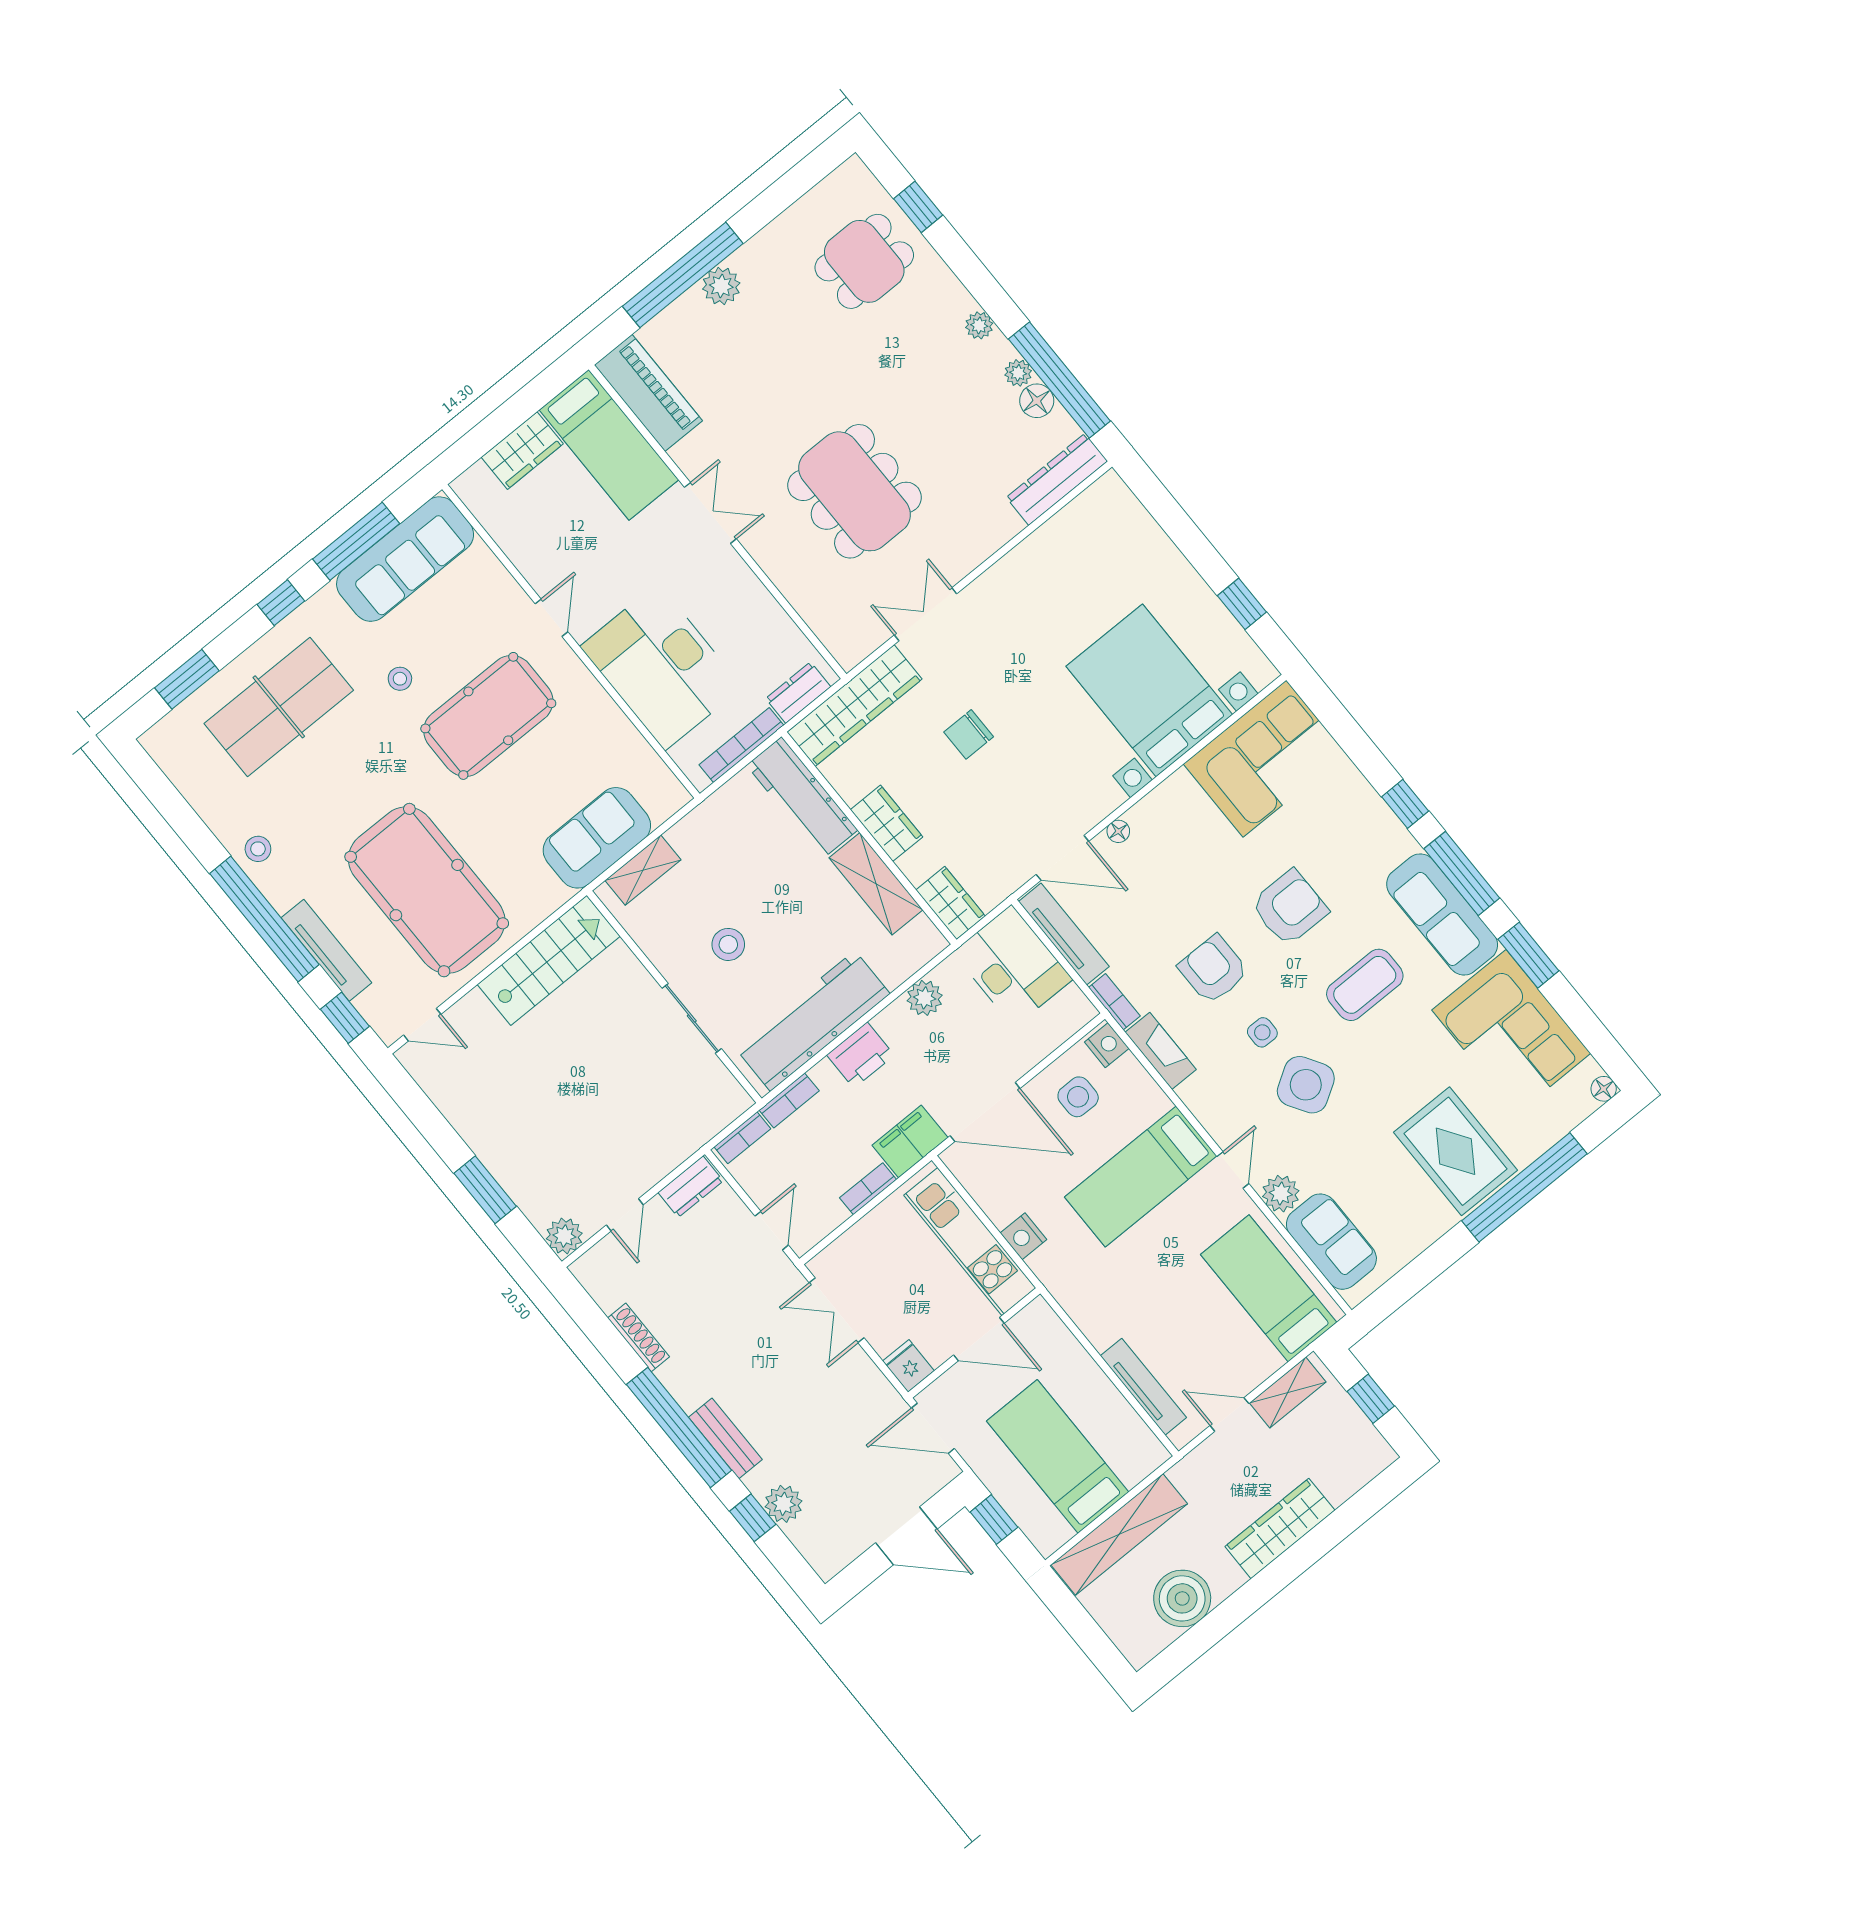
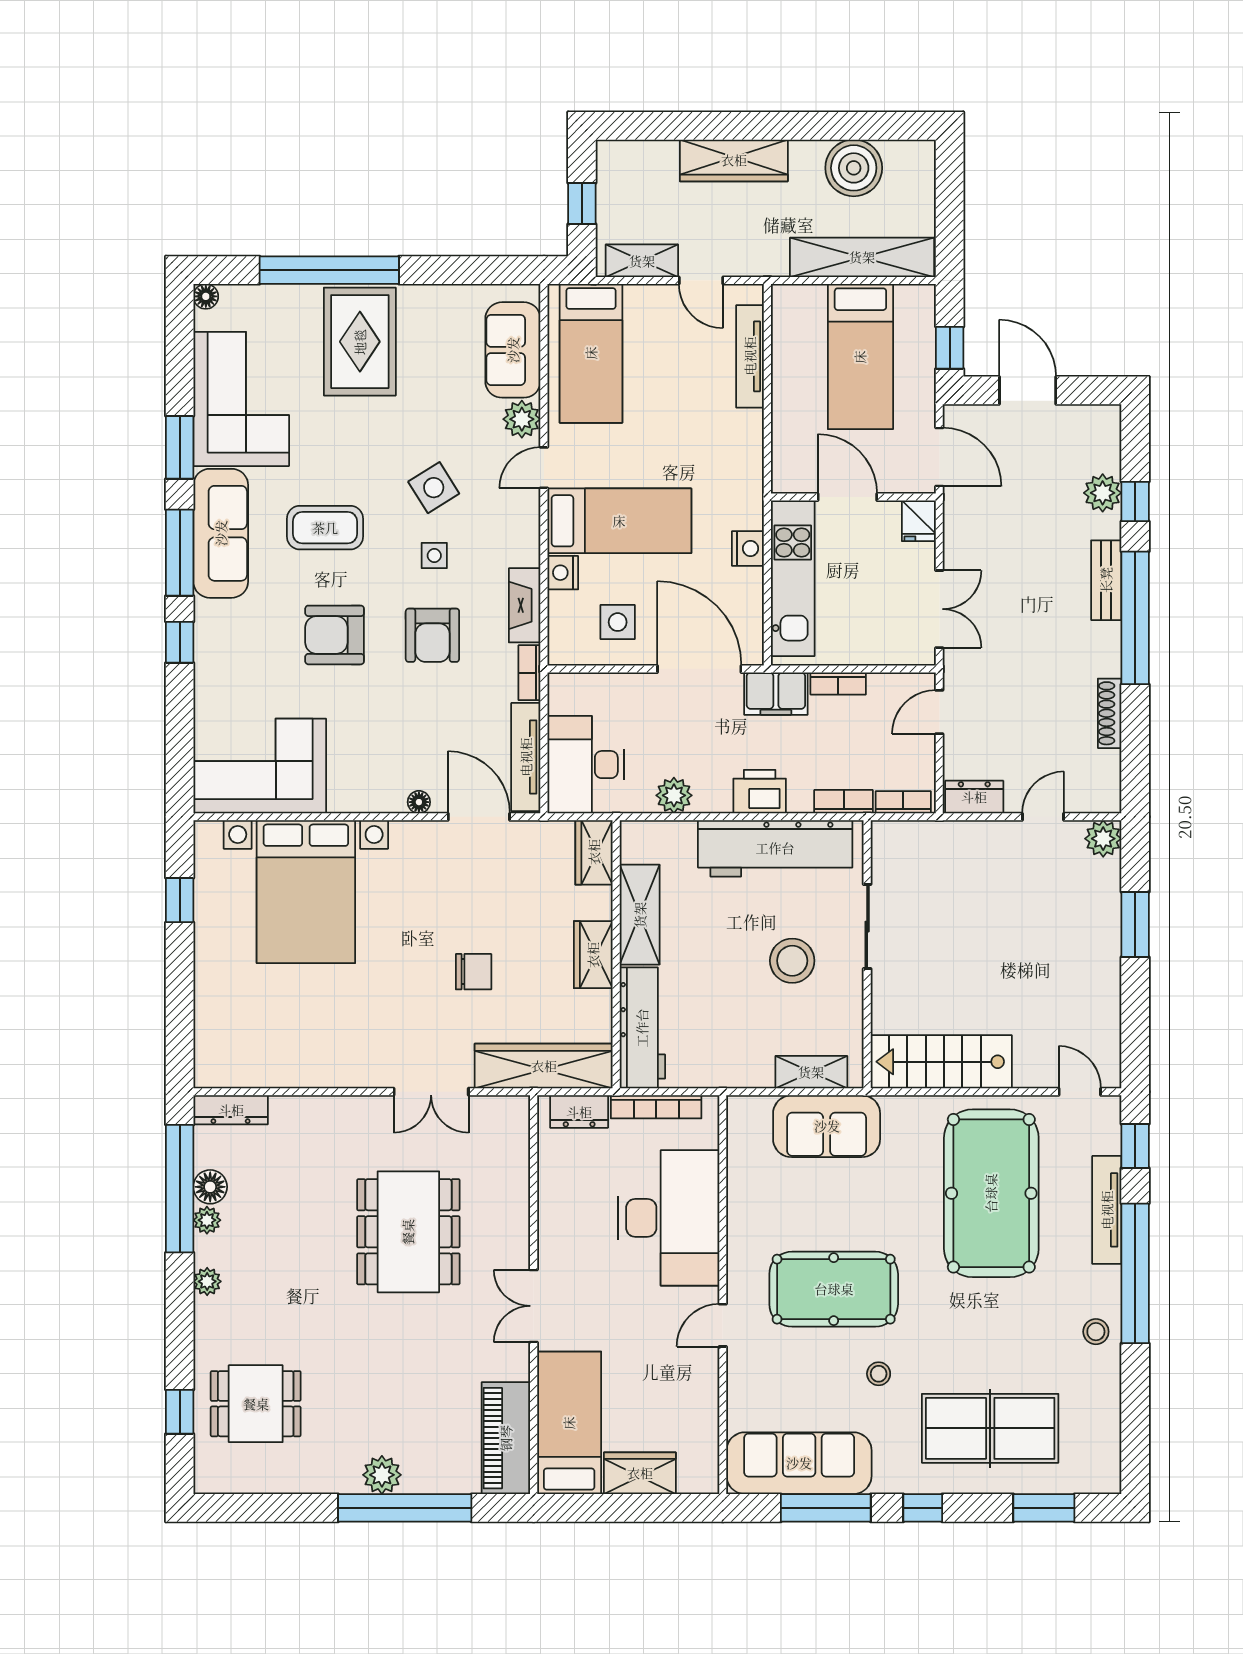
dresser: (1057, 479) -> (231, 1110), width x0.73, depth x0.80
stool: (728, 944) -> (792, 961), width x1.38, depth x1.38
nightstand: (1107, 1045) -> (563, 573), moved
side table: (1306, 1085) -> (434, 488), width x0.73, depth x0.73

